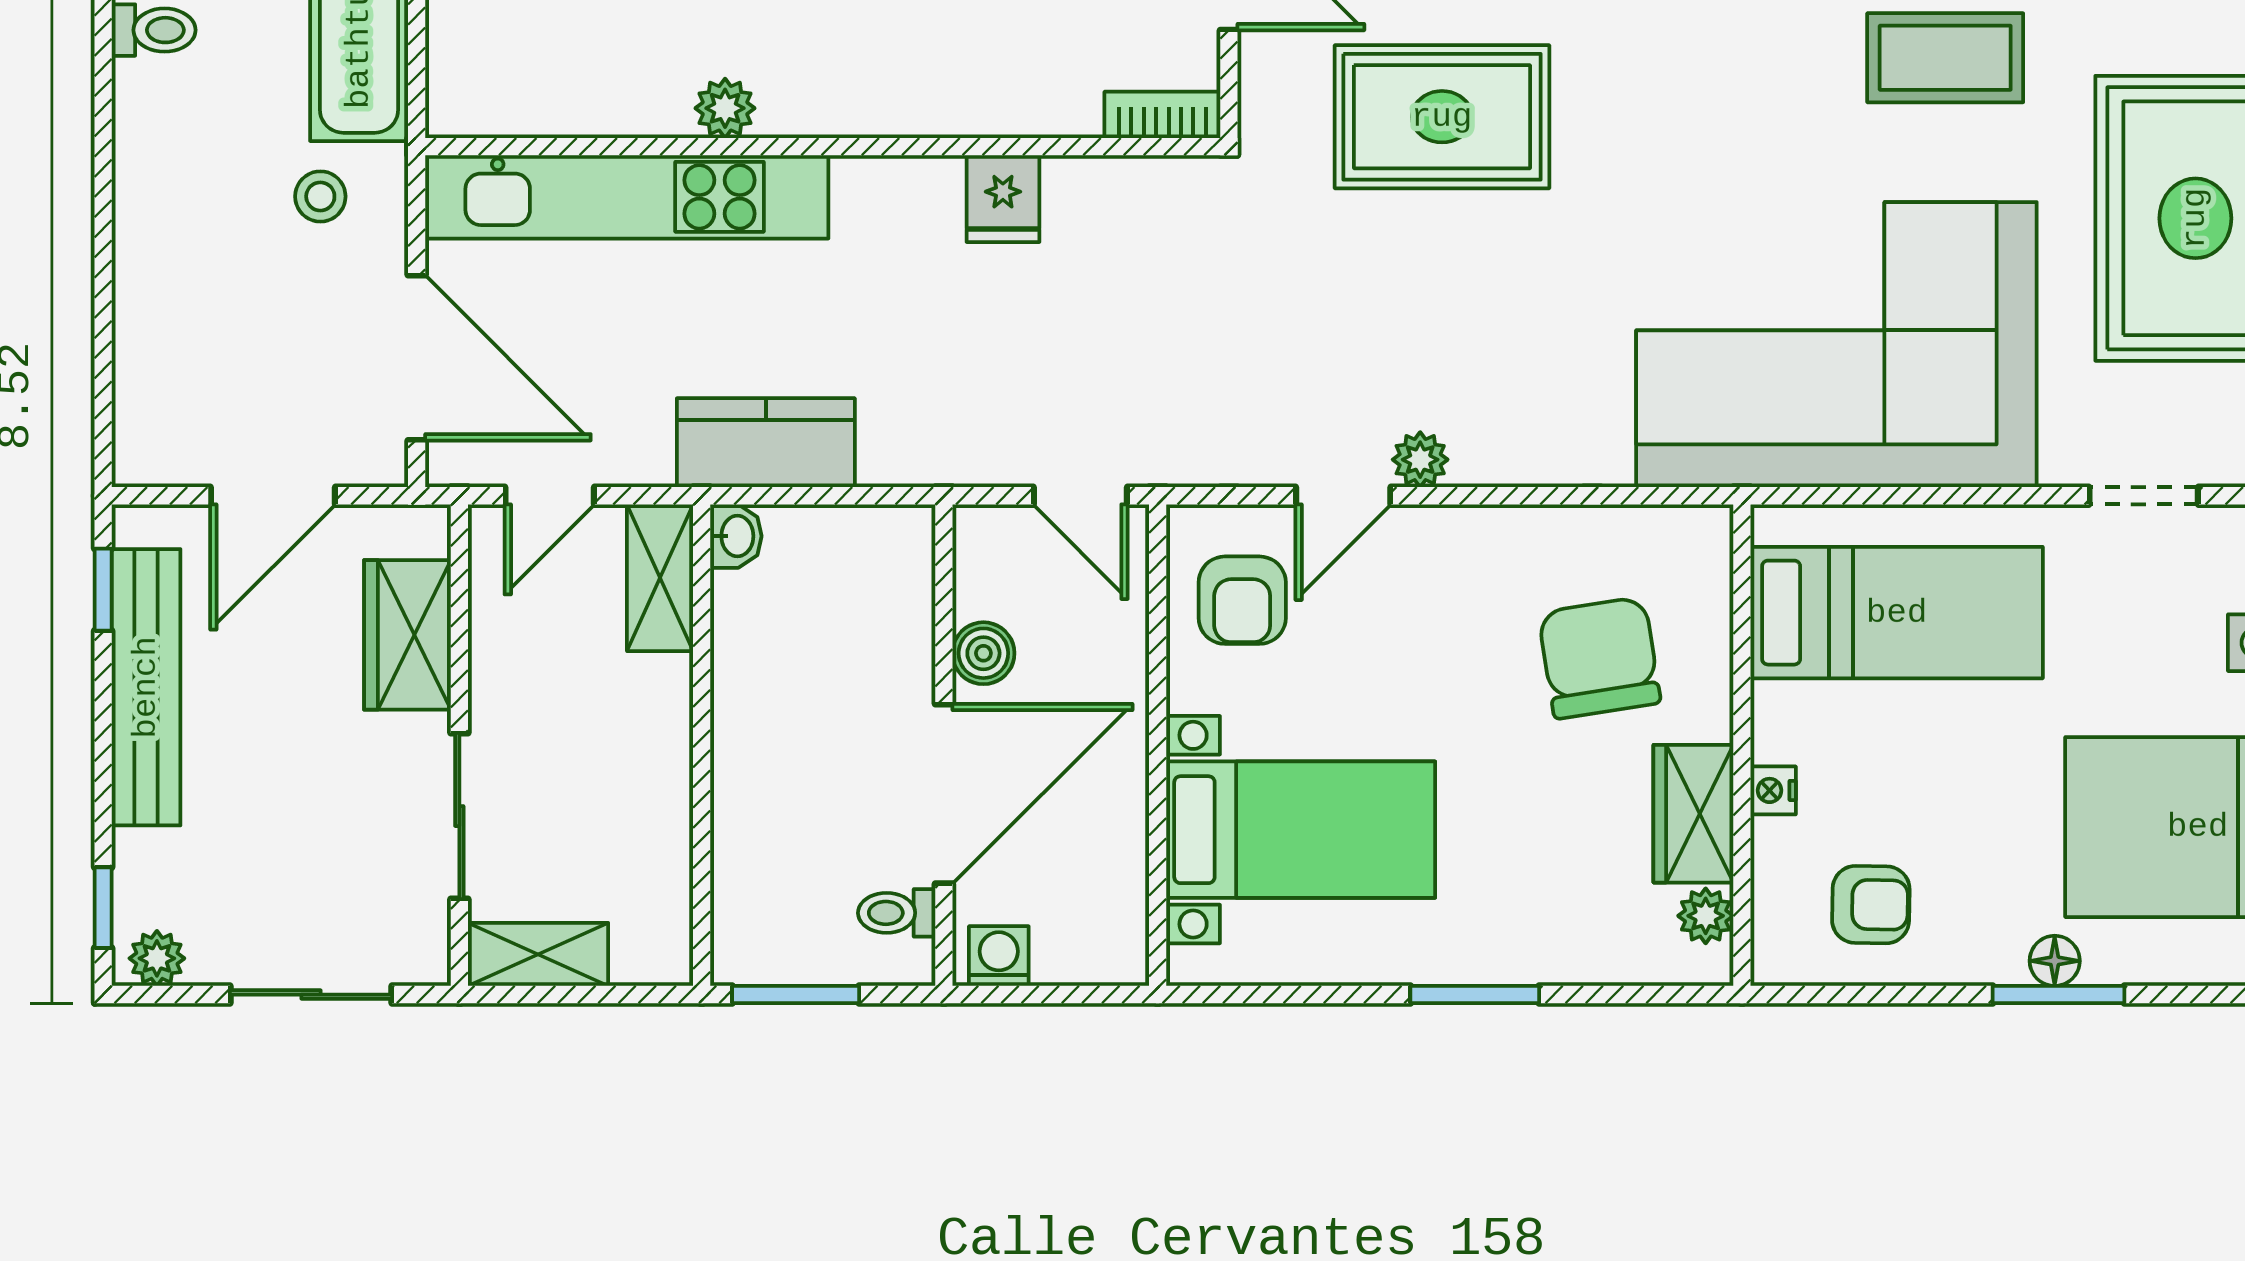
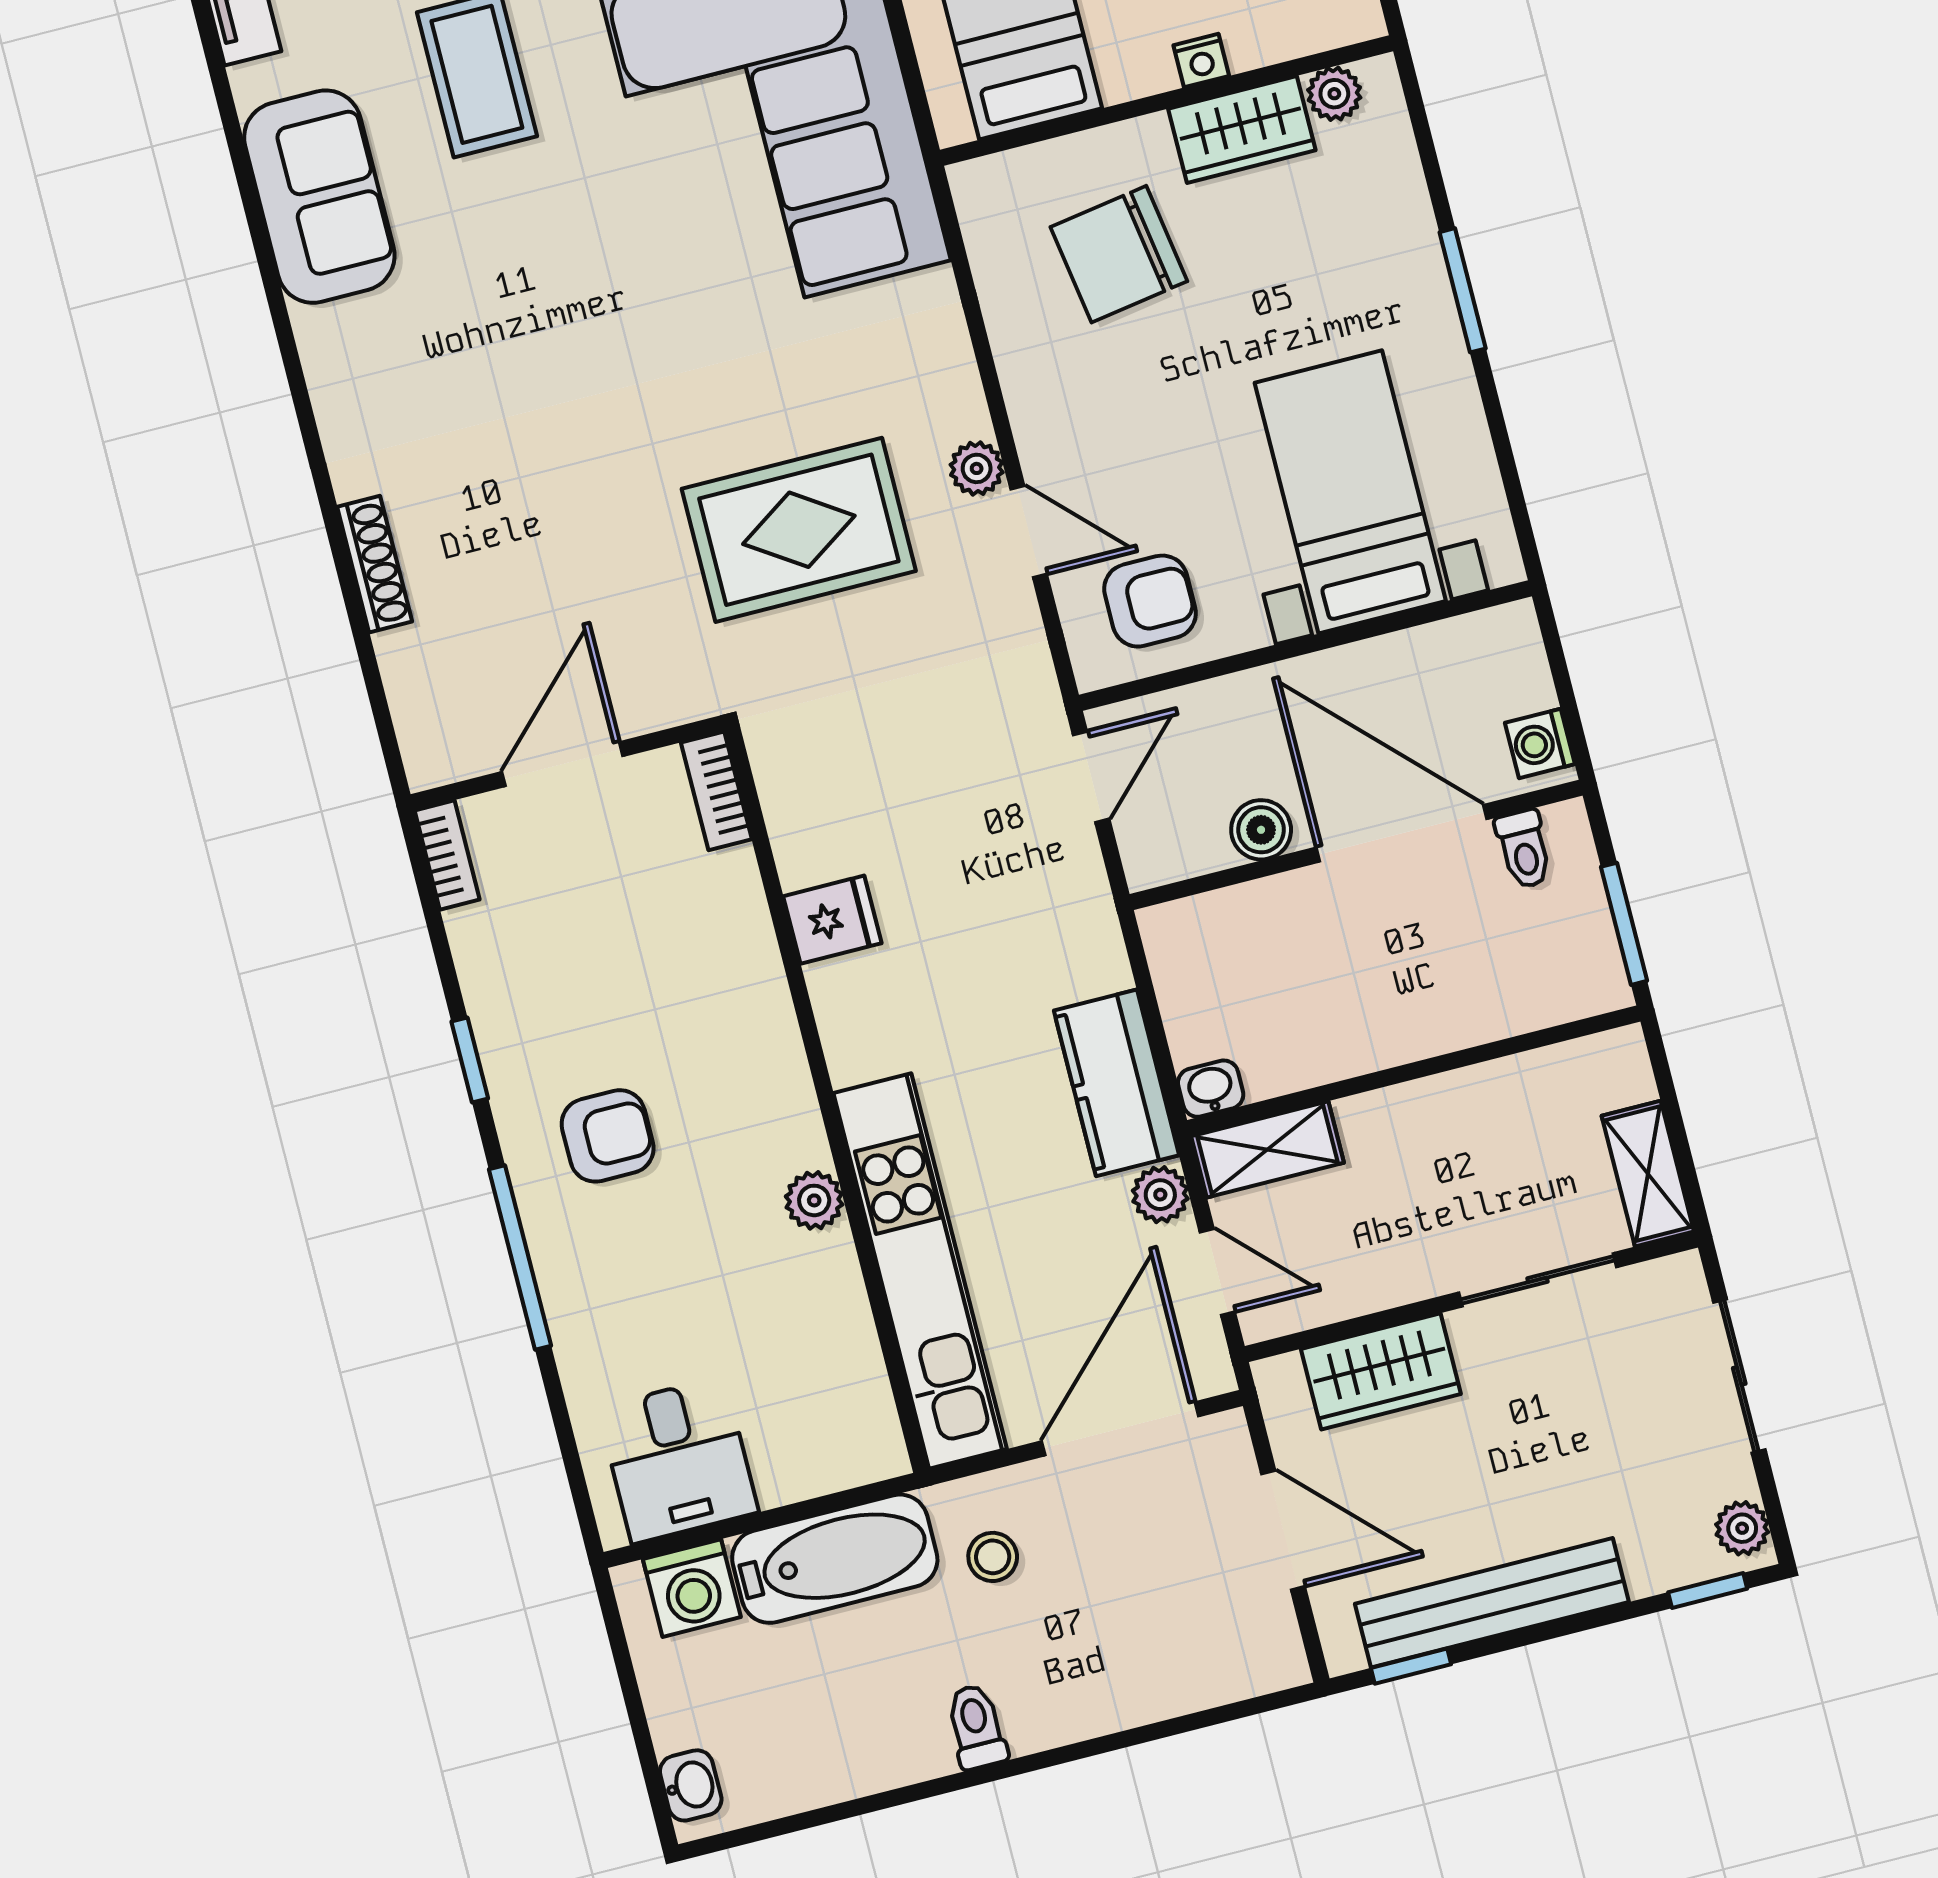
toilet: (154, 30) -> (976, 1727), moved
rug: (1442, 117) -> (799, 530), moved, turned 90
plant: (642, 458) -> (1160, 1195), added

